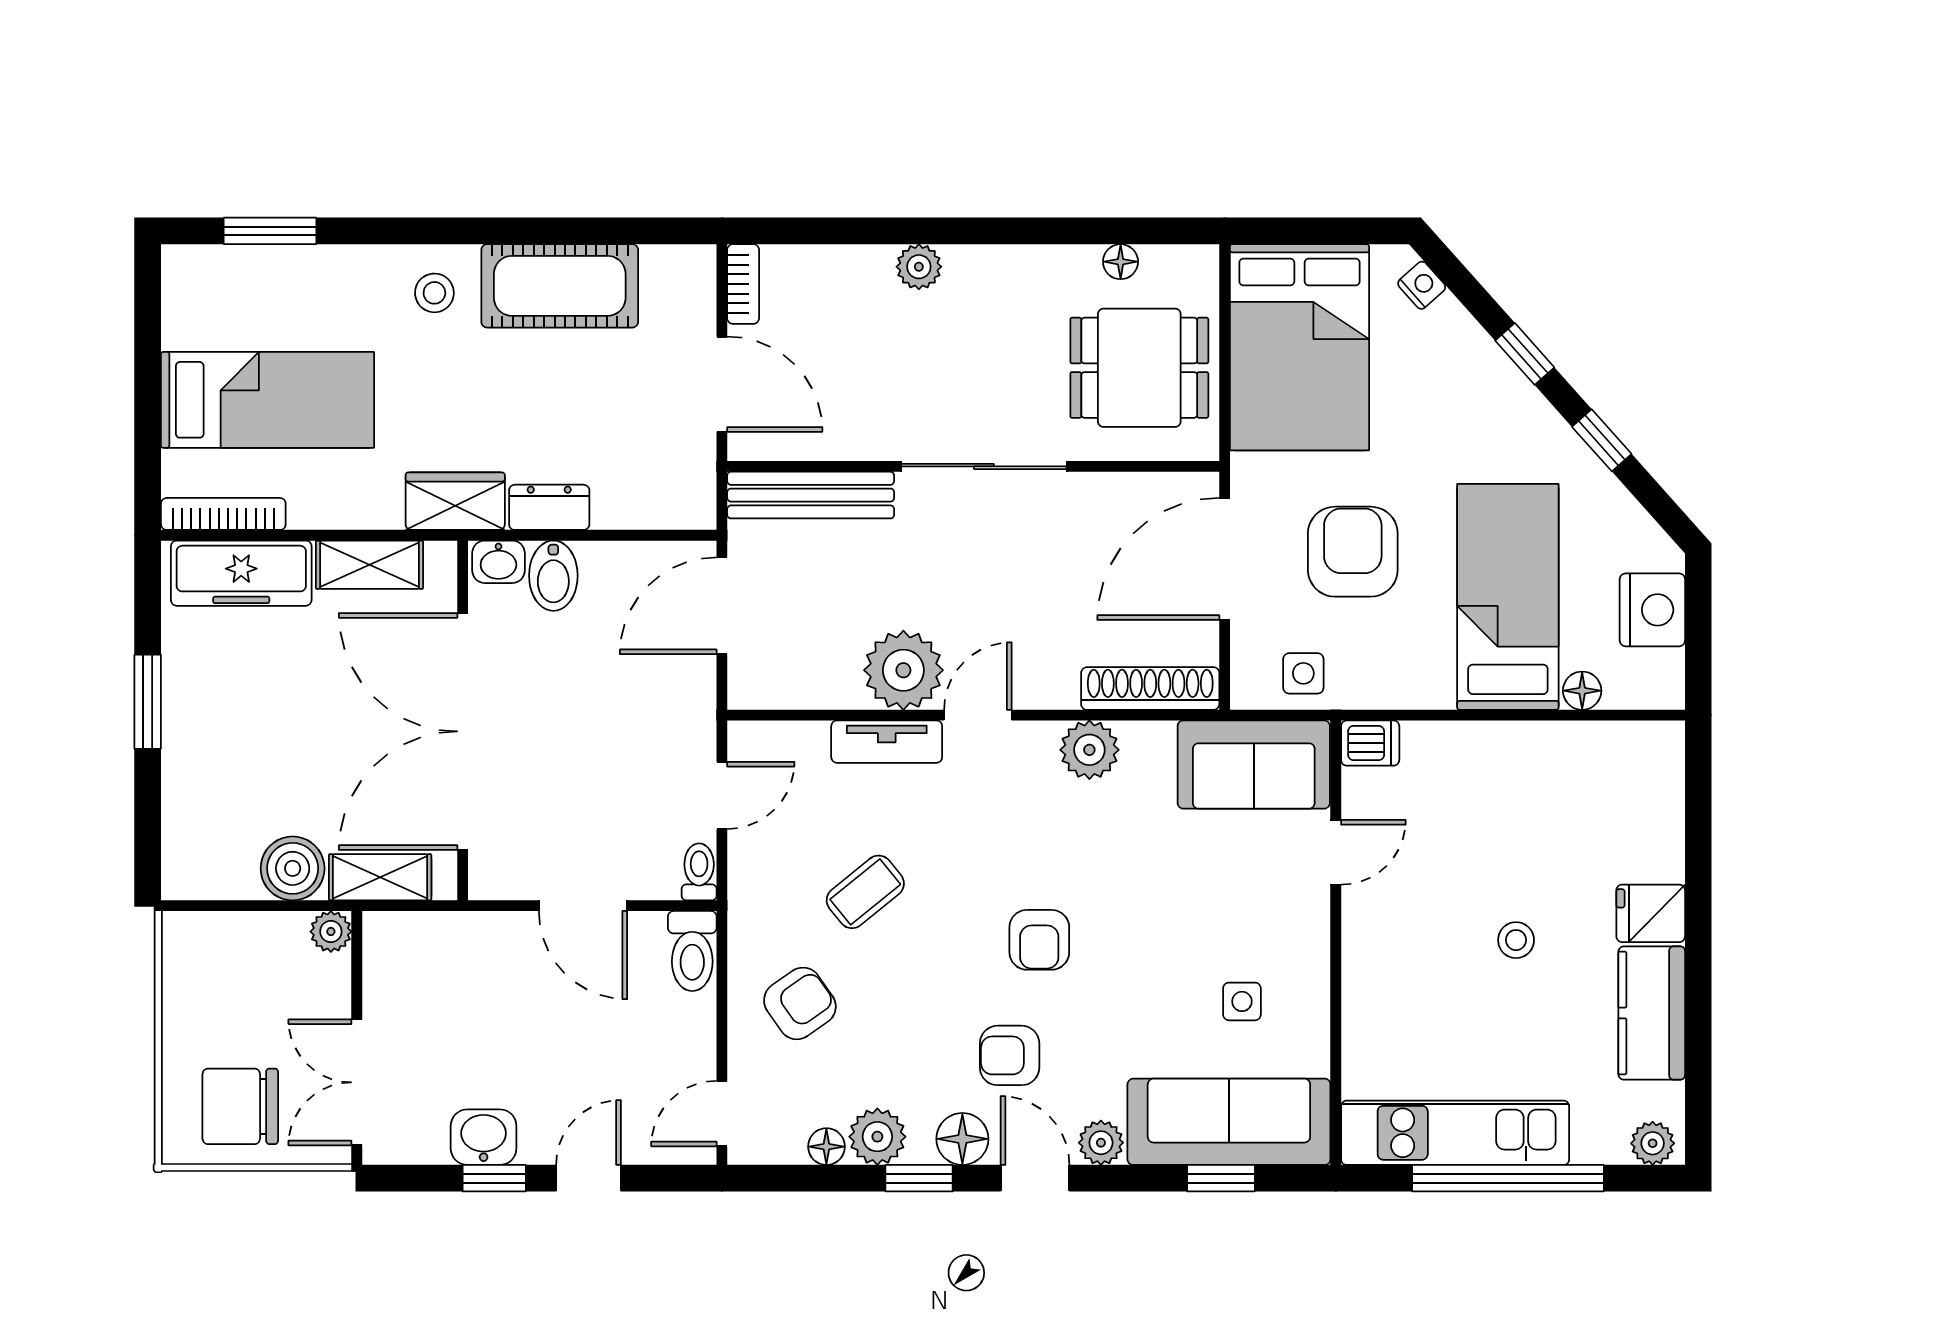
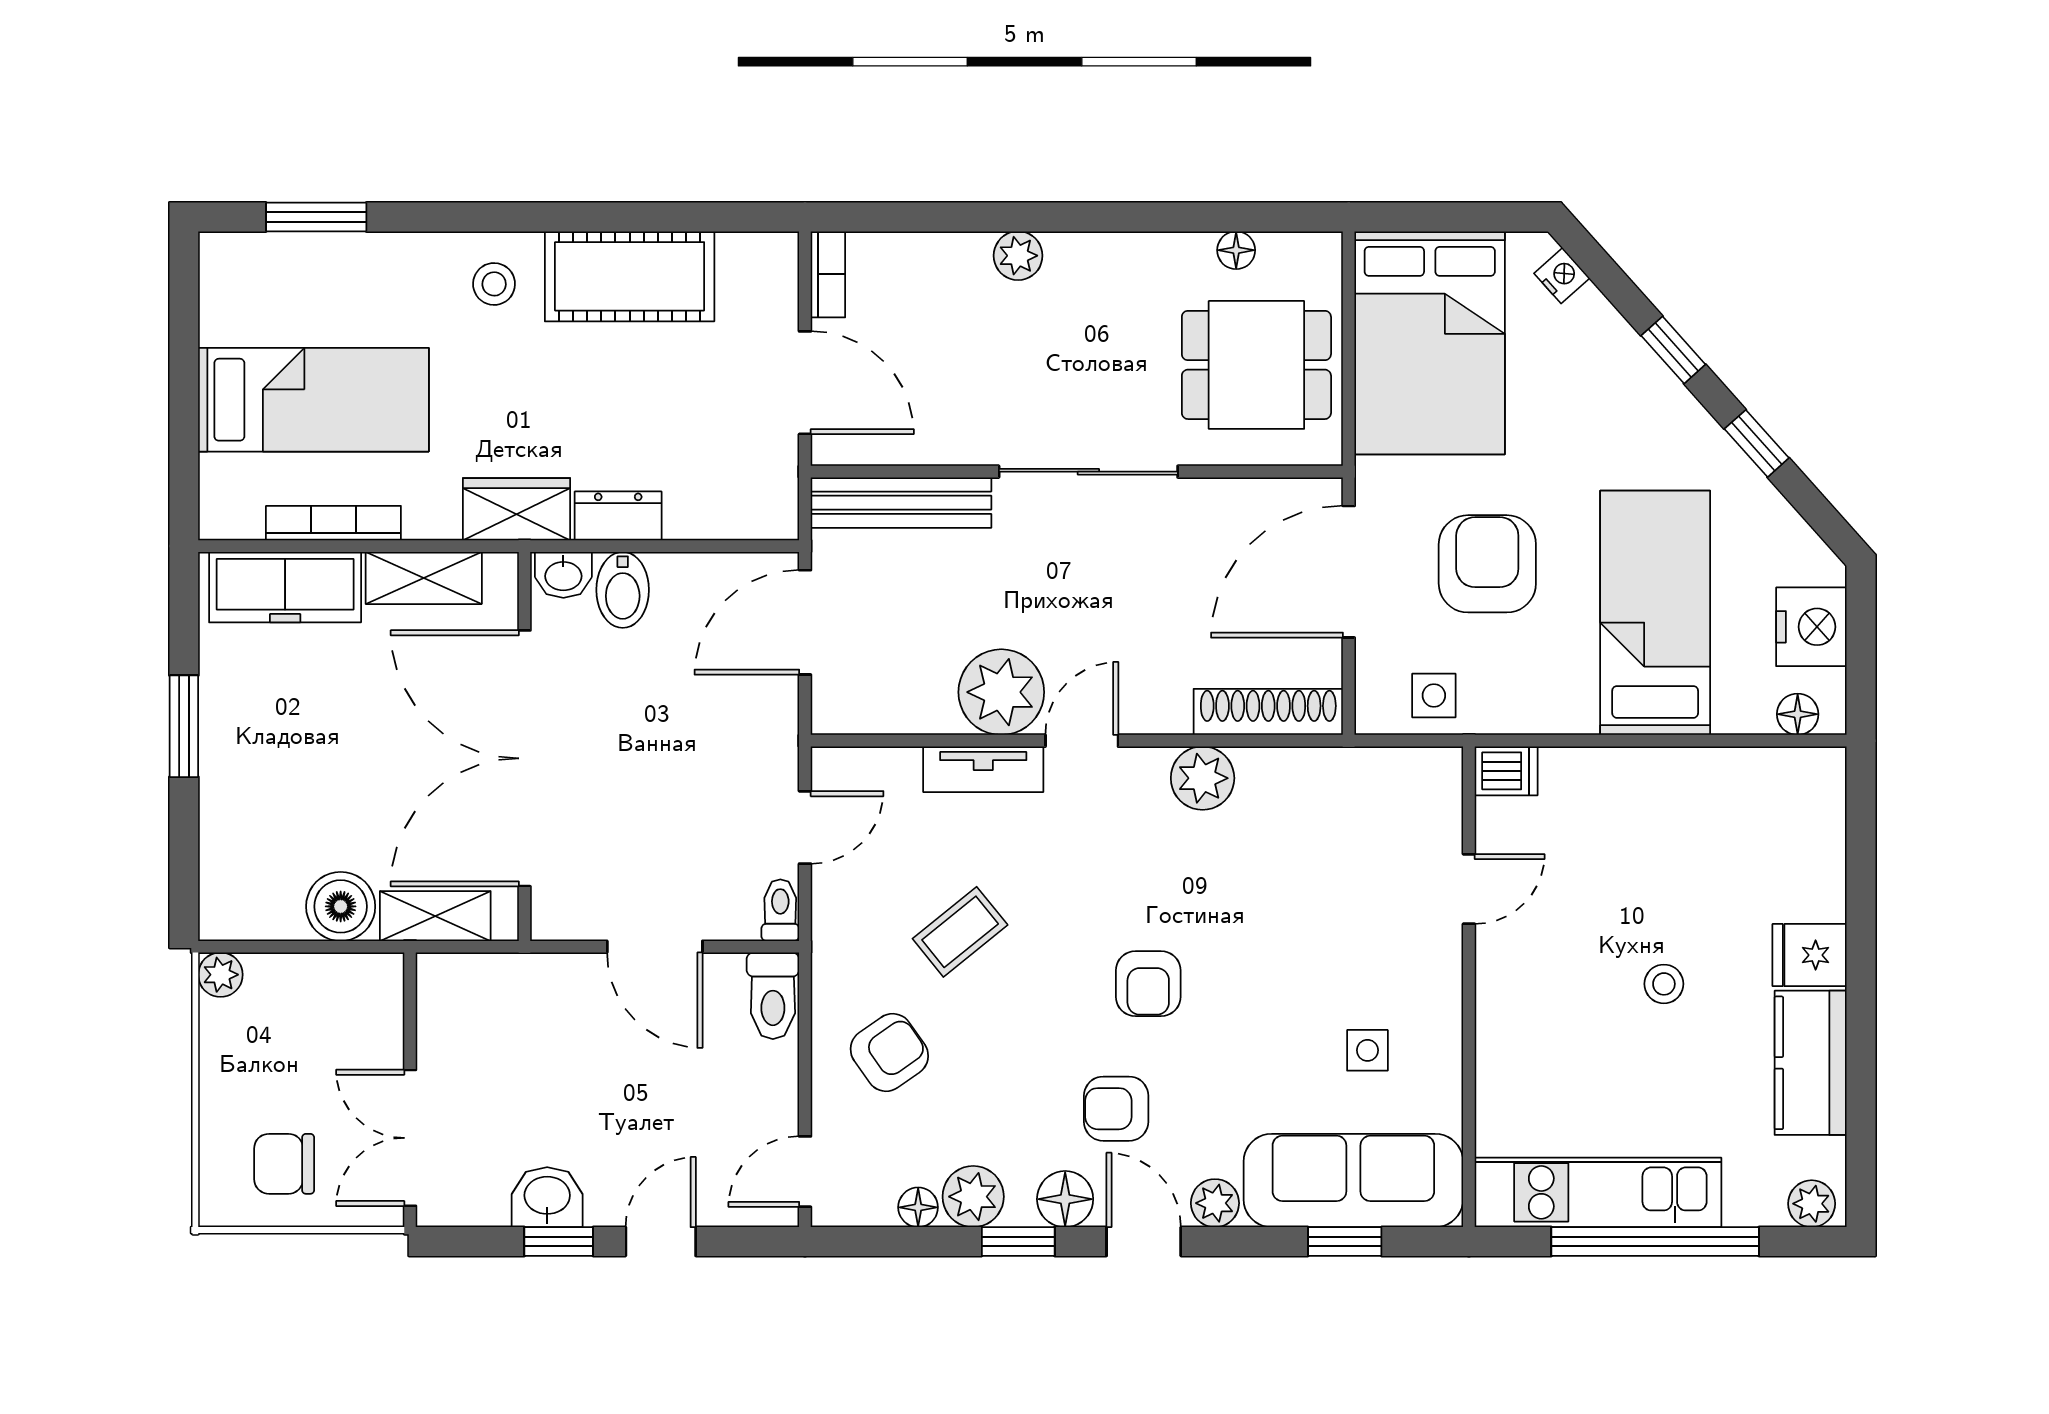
bookcase: (223, 514) -> (333, 523), moved
floor lamp: (1582, 691) -> (1798, 714), moved
sofa: (1254, 765) -> (1380, 794), removed
plant: (331, 932) -> (220, 975), moved
chair: (240, 1106) -> (284, 1164), width x0.73, depth x0.73

